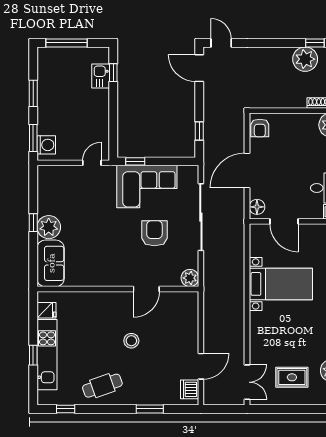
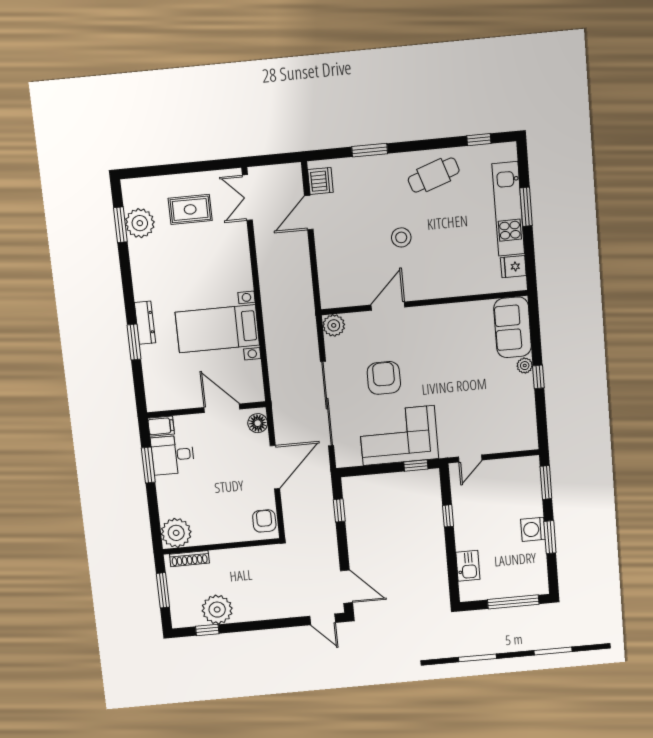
window: (113, 73) -> (448, 516), moved
washing machine: (46, 145) -> (533, 529), moved
plant: (49, 227) -> (525, 366), width x0.53, depth x0.53
armchair: (154, 233) -> (384, 378), turned 180
window: (33, 355) -> (526, 207), width x1.50

